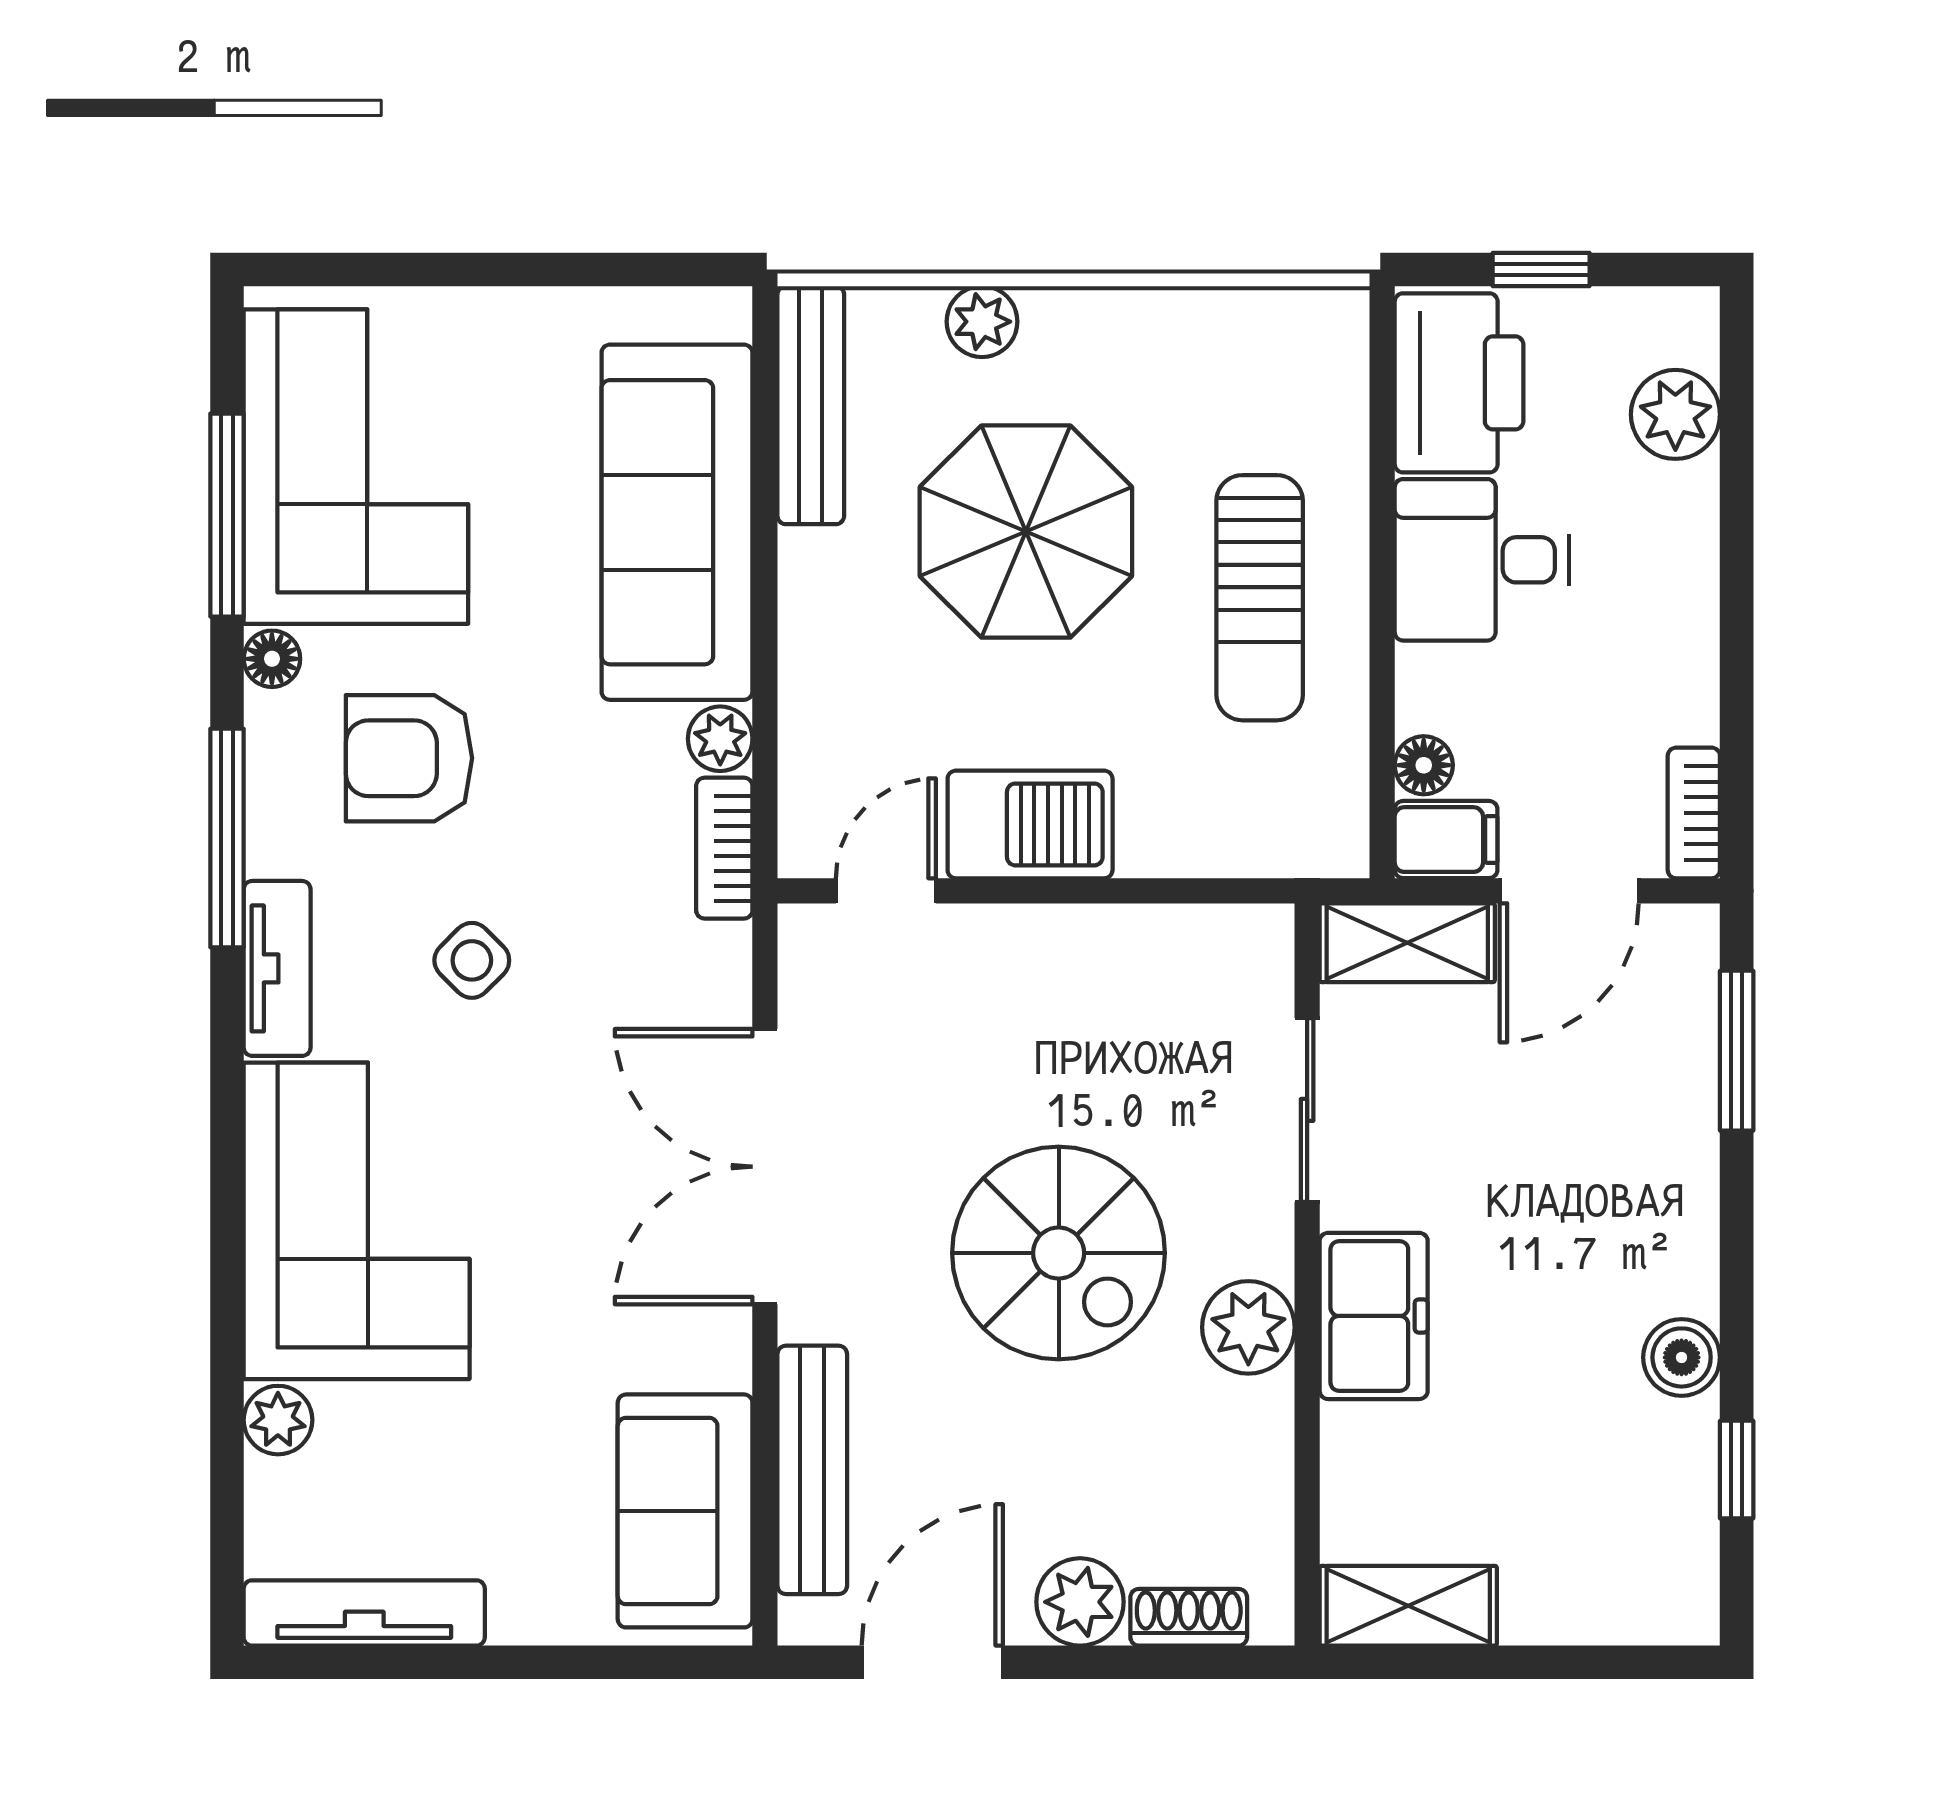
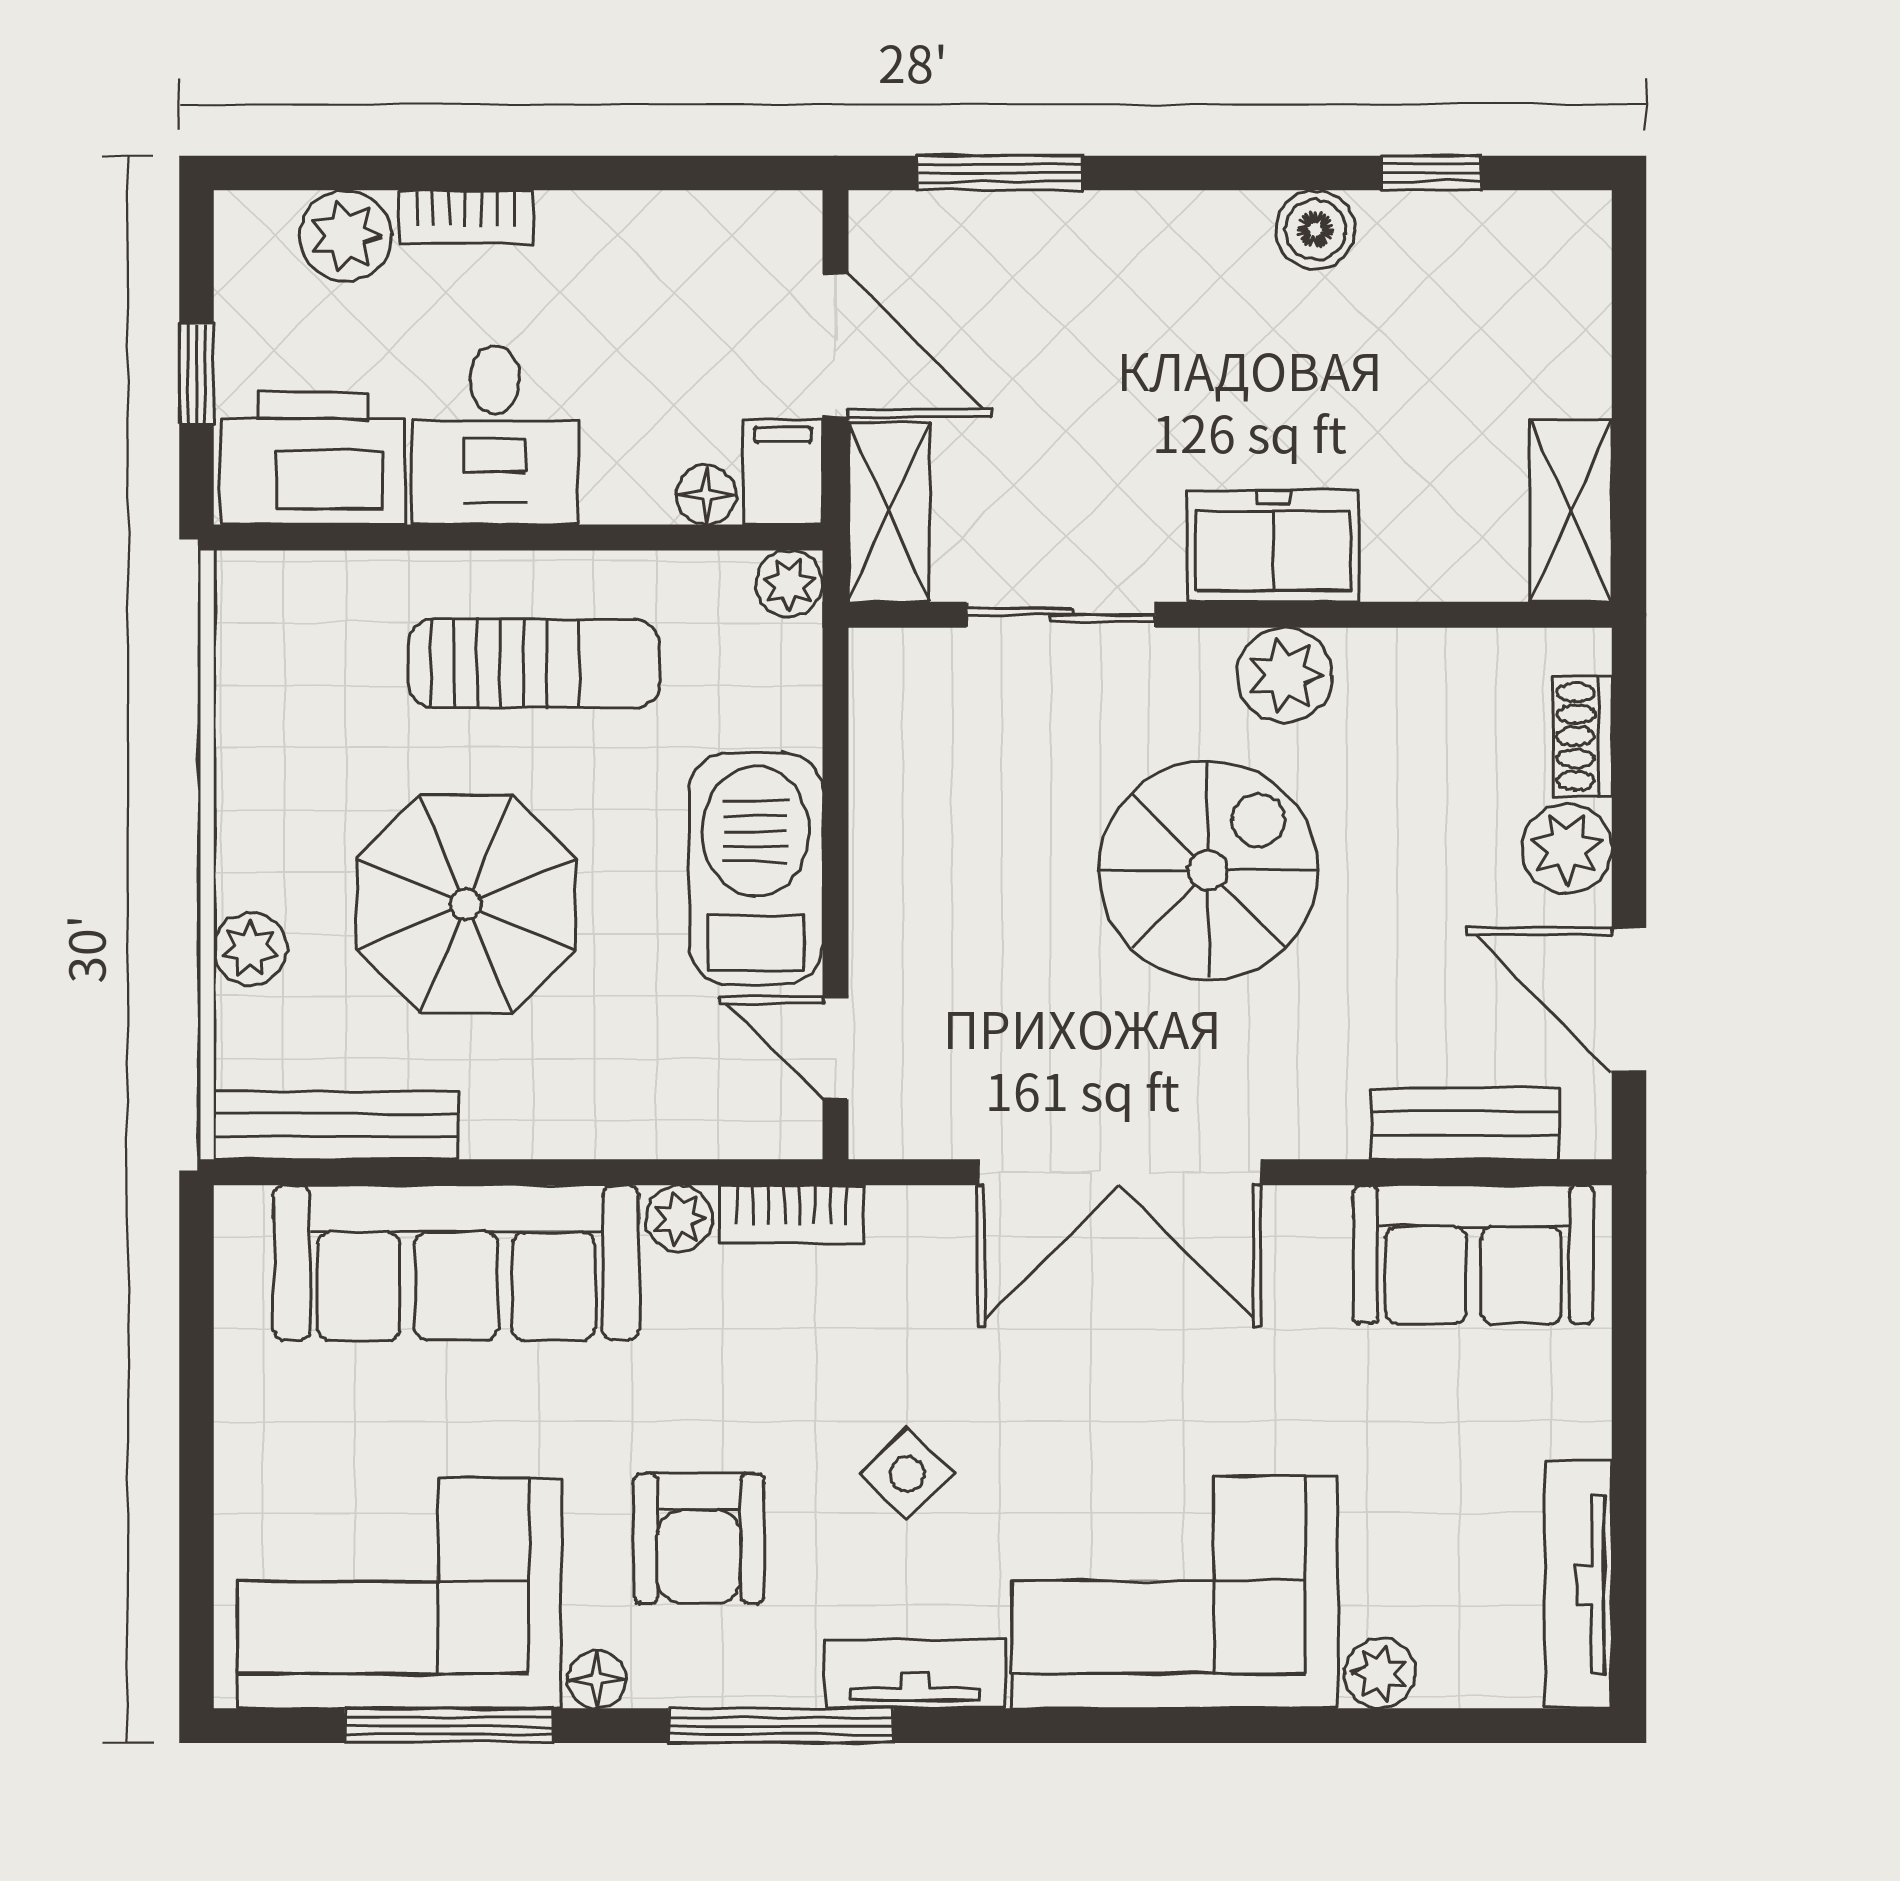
bookcase: (1694, 813) -> (465, 217), moved
barbecue: (1030, 824) -> (756, 868), width x1.37, depth x1.21
plant: (1337, 846) -> (789, 584), added
bench: (812, 1470) -> (1465, 1124), width x0.73

